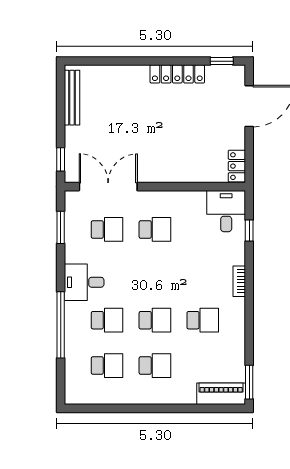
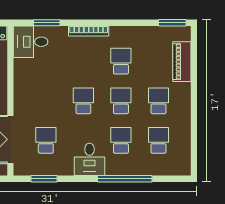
school desk: (155, 229) -> (83, 101), moved
window: (249, 231) -> (47, 23), width x1.50
bookcase: (239, 281) -> (89, 31), width x1.56
piano: (221, 394) -> (182, 62), moved

